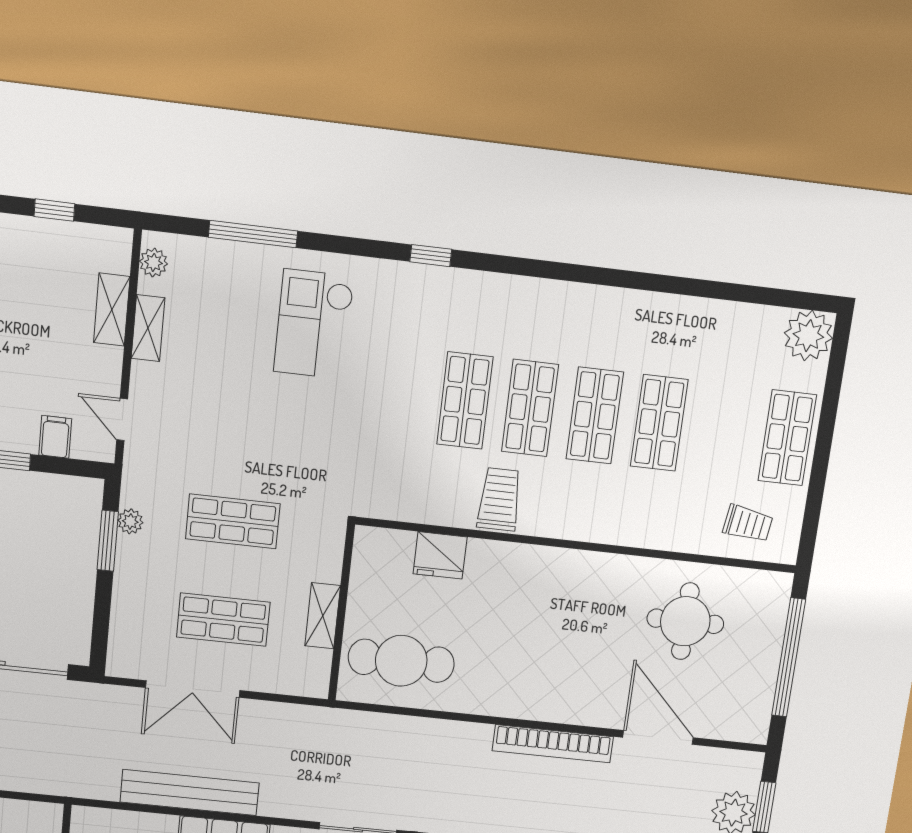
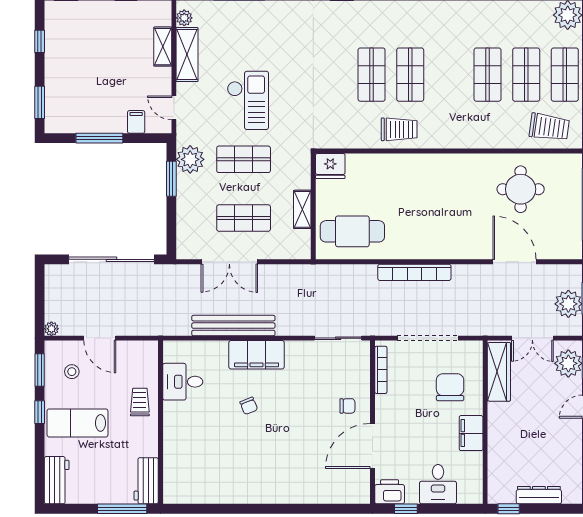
checkout: (314, 324) -> (248, 100), moved, turned 180
shelving: (148, 328) -> (187, 55), width x1.50, depth x1.33
shop shelf: (595, 416) -> (526, 75), moved
trolley: (499, 499) -> (399, 129), turned 90
plant: (130, 521) -> (190, 159), width x1.88, depth x1.88
trolley: (748, 524) -> (549, 127), width x1.36, depth x1.39
fridge: (440, 555) -> (330, 166), moved
bookcase: (553, 744) -> (414, 272), moved

